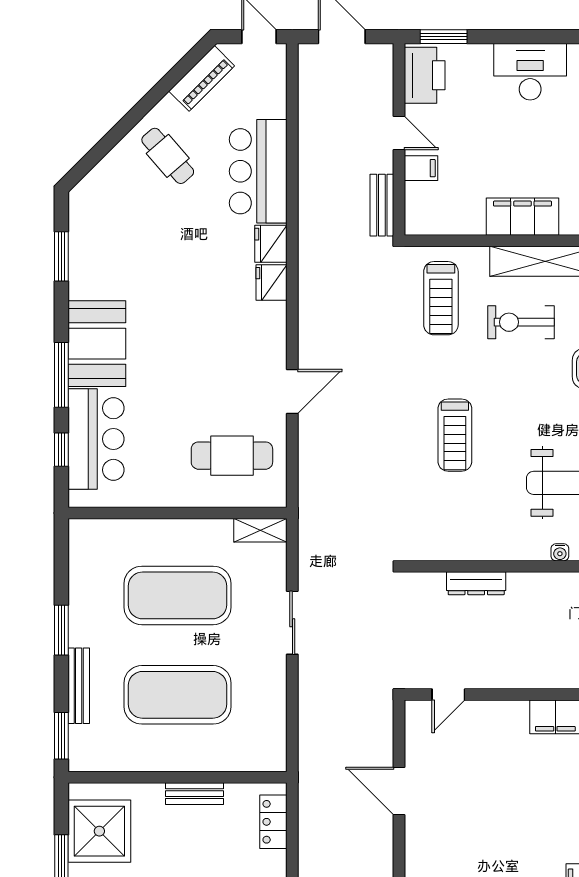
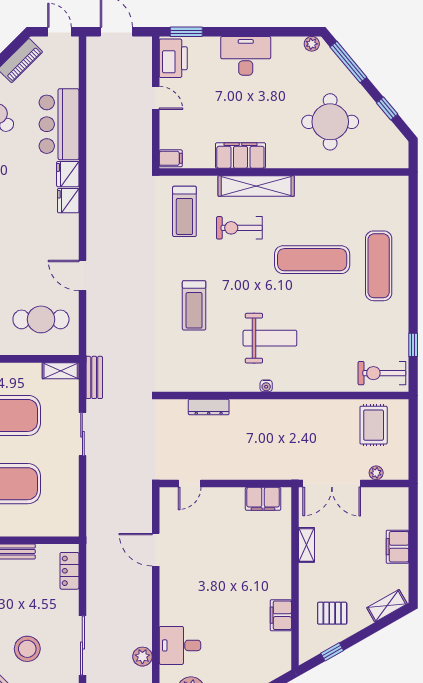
filing cabinet: (421, 168) -> (171, 158), moved
bench: (382, 205) -> (94, 377), moved
door: (292, 392) -> (82, 275), swing flipped

